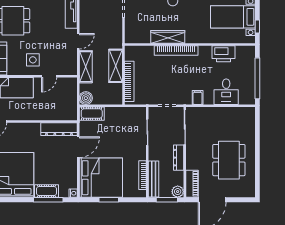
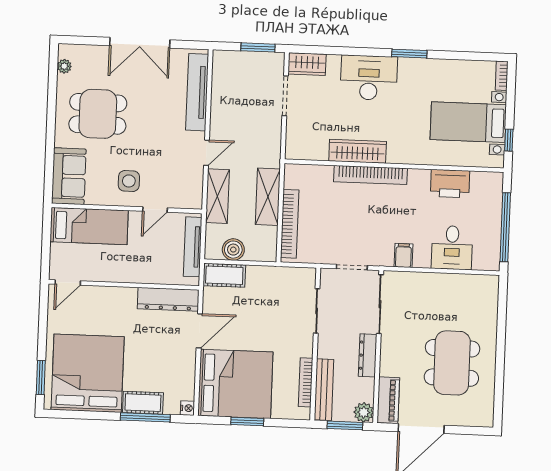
tv unit: (72, 97) -> (193, 247), added
boiler: (86, 98) -> (233, 250), moved

